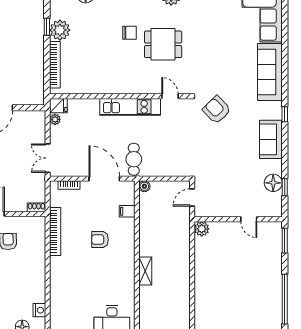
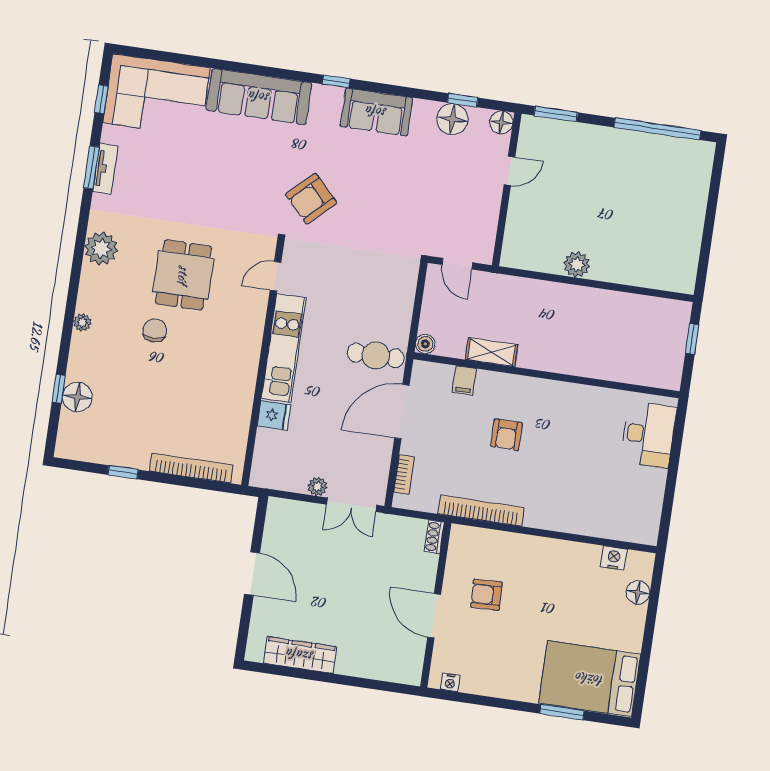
plant: (60, 30) -> (132, 451), removed
fridge: (58, 106) -> (274, 415), moved, turned 90
plant: (55, 119) -> (318, 487), moved
floor lamp: (276, 211) -> (501, 122), added
plant: (202, 229) -> (577, 264), moved
shelving: (145, 271) -> (492, 352), moved

